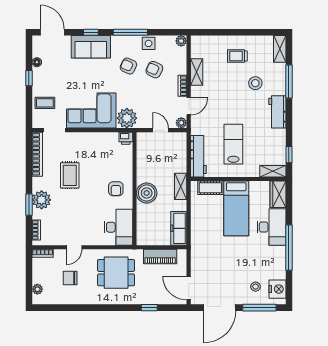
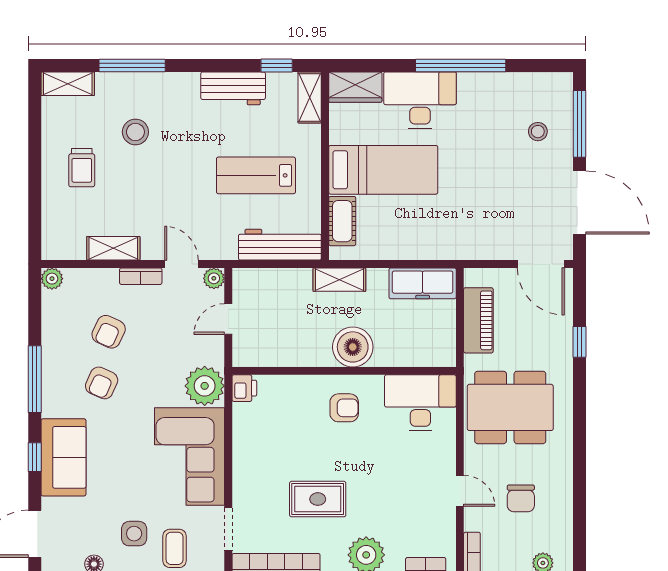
side table: (149, 43) -> (134, 534), moved
workbench: (277, 112) -> (233, 88), moved
dining table: (116, 273) -> (510, 407), width x1.38
door: (189, 288) -> (541, 264), hinge flipped
nightstand: (277, 289) -> (543, 88), removed

